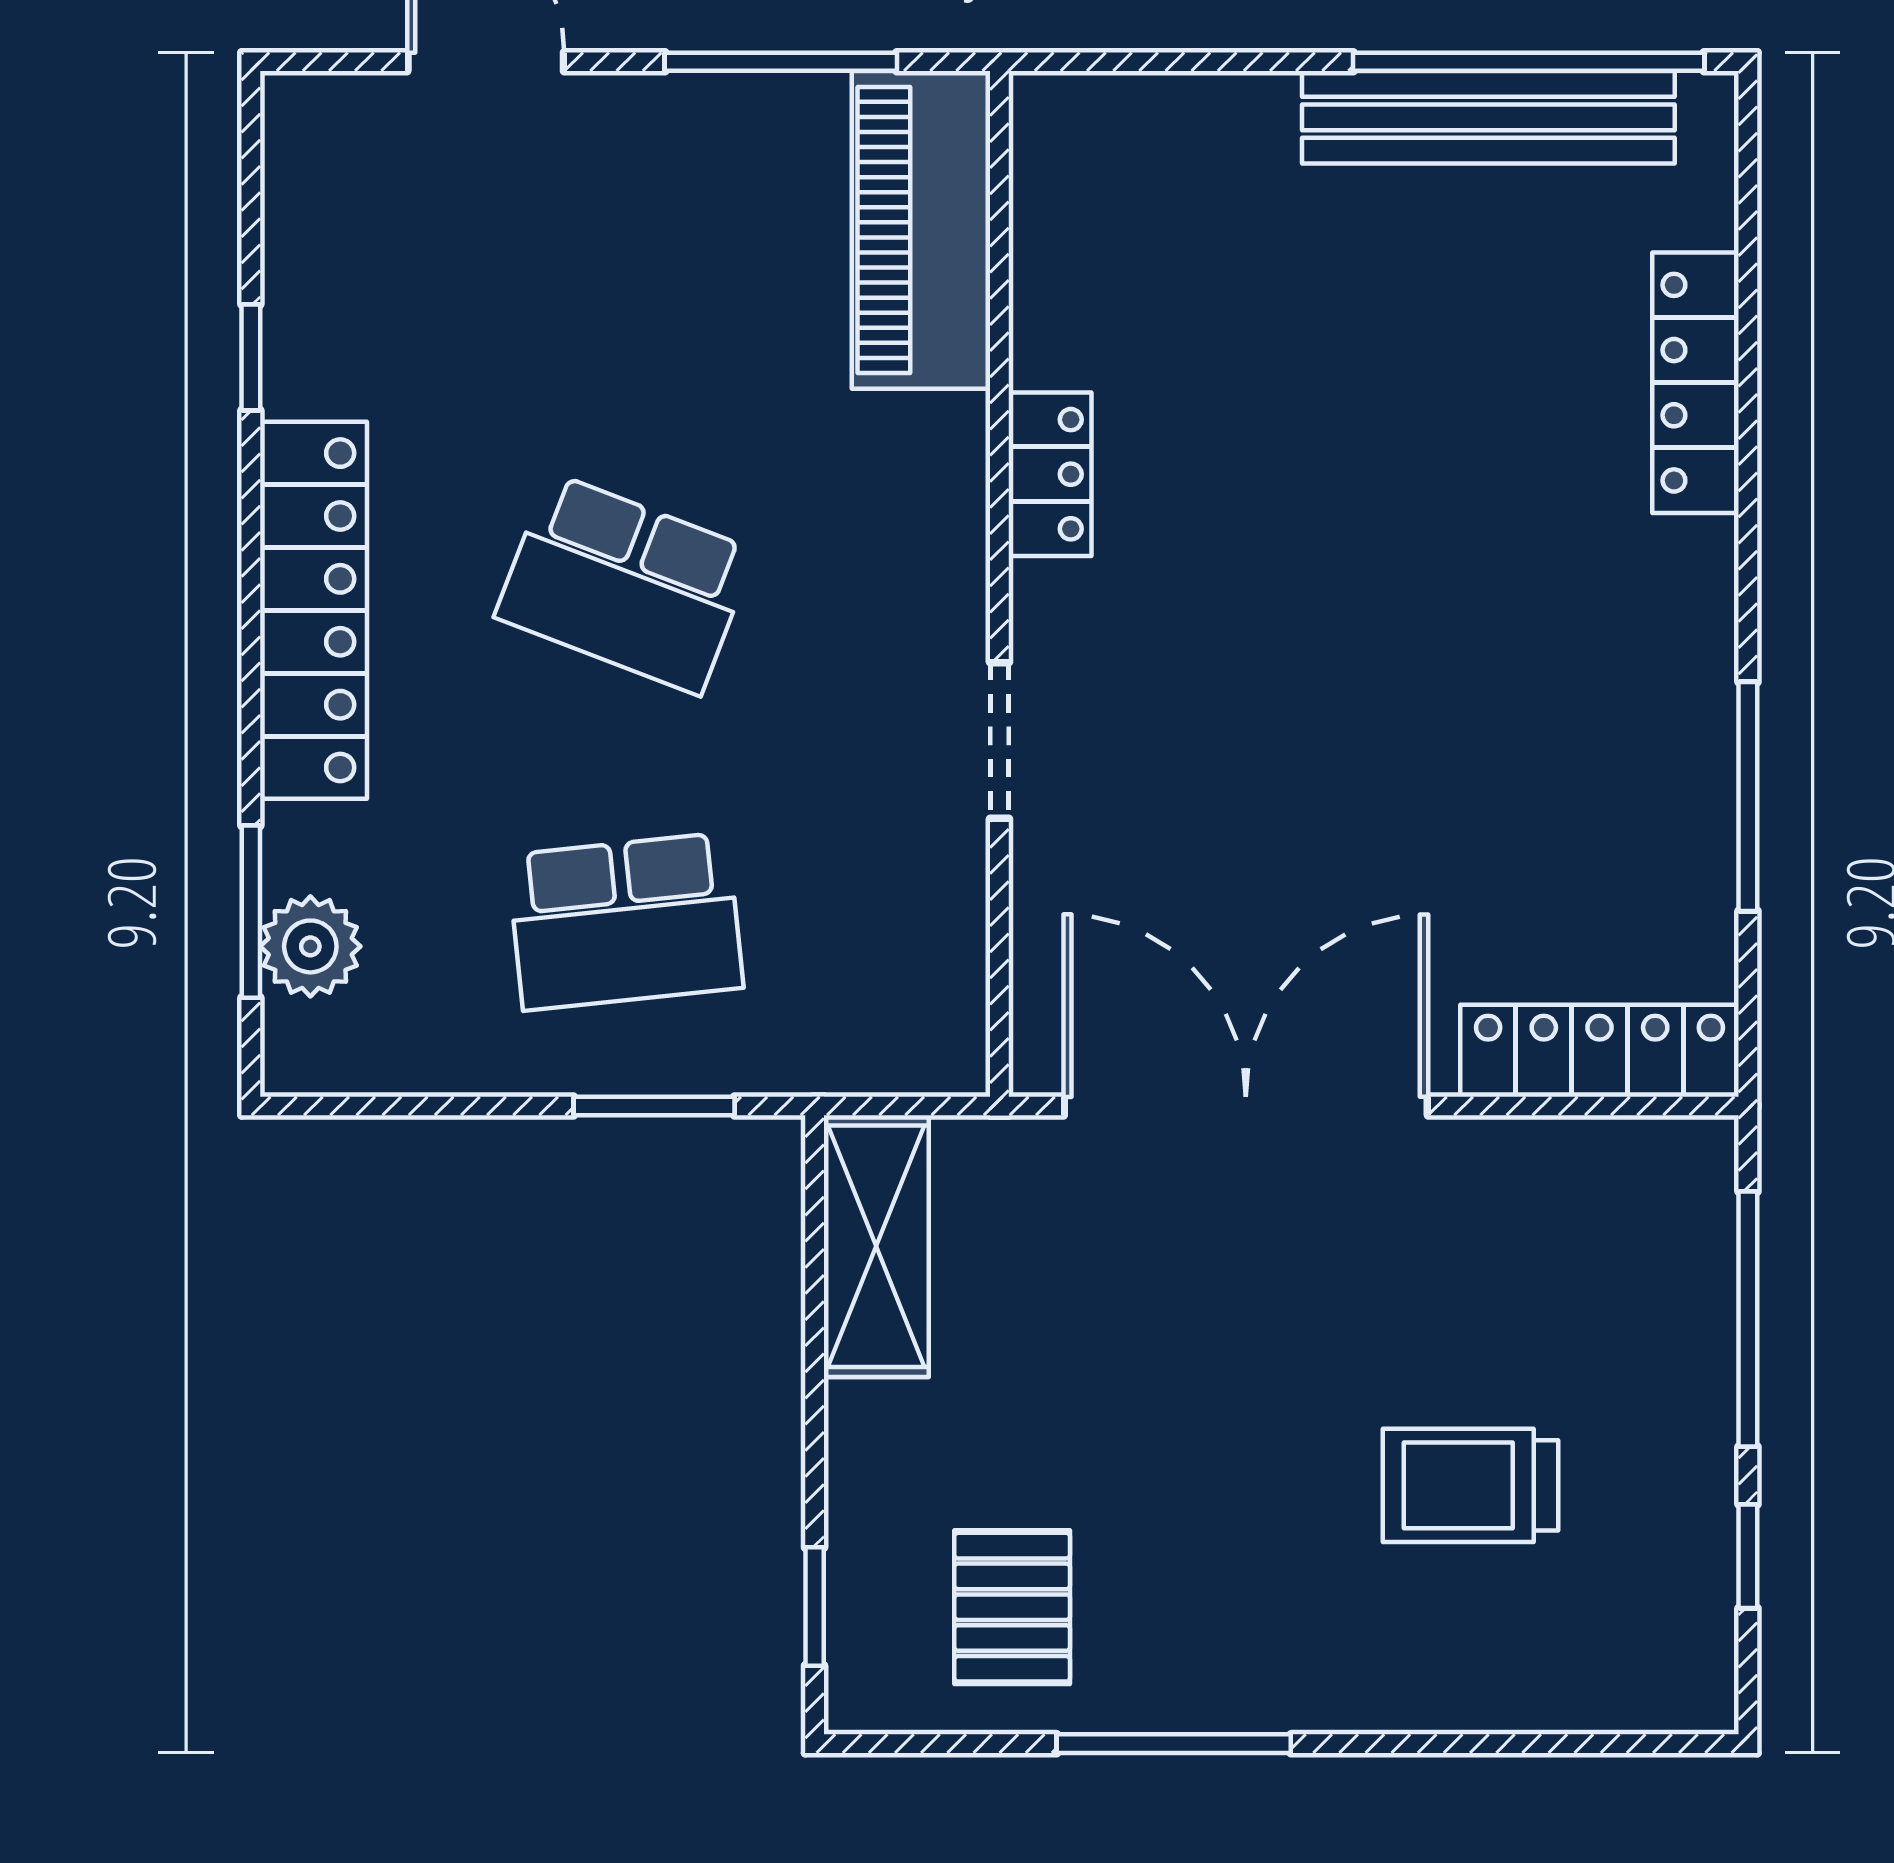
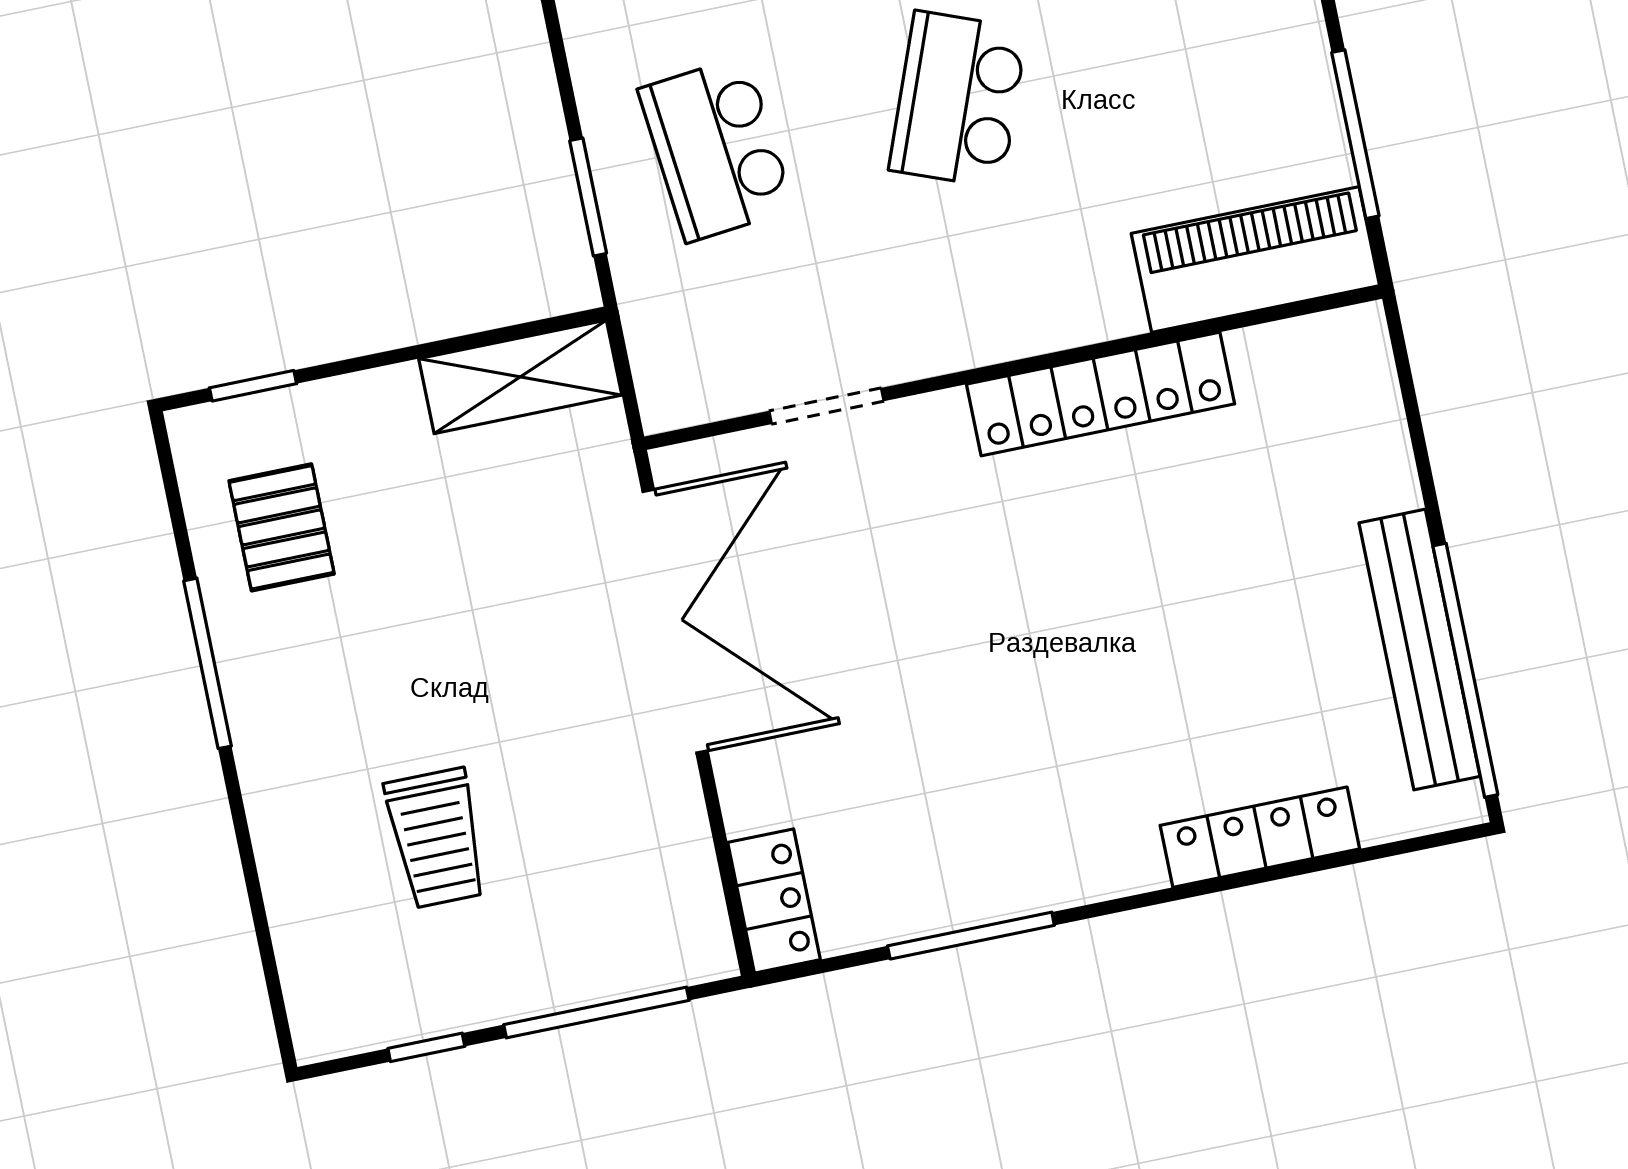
locker: (1050, 474) -> (1101, 394), width x2.16, depth x1.21
doorway: (999, 740) -> (826, 406), moved
locker: (1599, 1051) -> (774, 901), width x0.66
trolley: (1471, 1485) -> (436, 838), turned 180
pallet: (1012, 1607) -> (282, 527), turned 90

